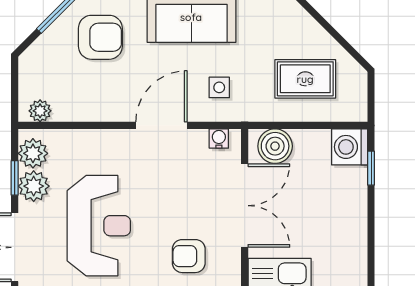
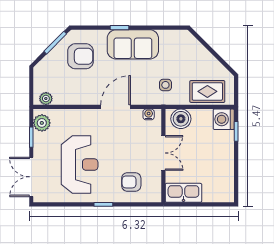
rug: (305, 79) -> (207, 91), moved
side table: (219, 87) -> (165, 85), moved
plant: (34, 186) -> (42, 142), removed
double door: (245, 206) -> (163, 153), width x0.73

